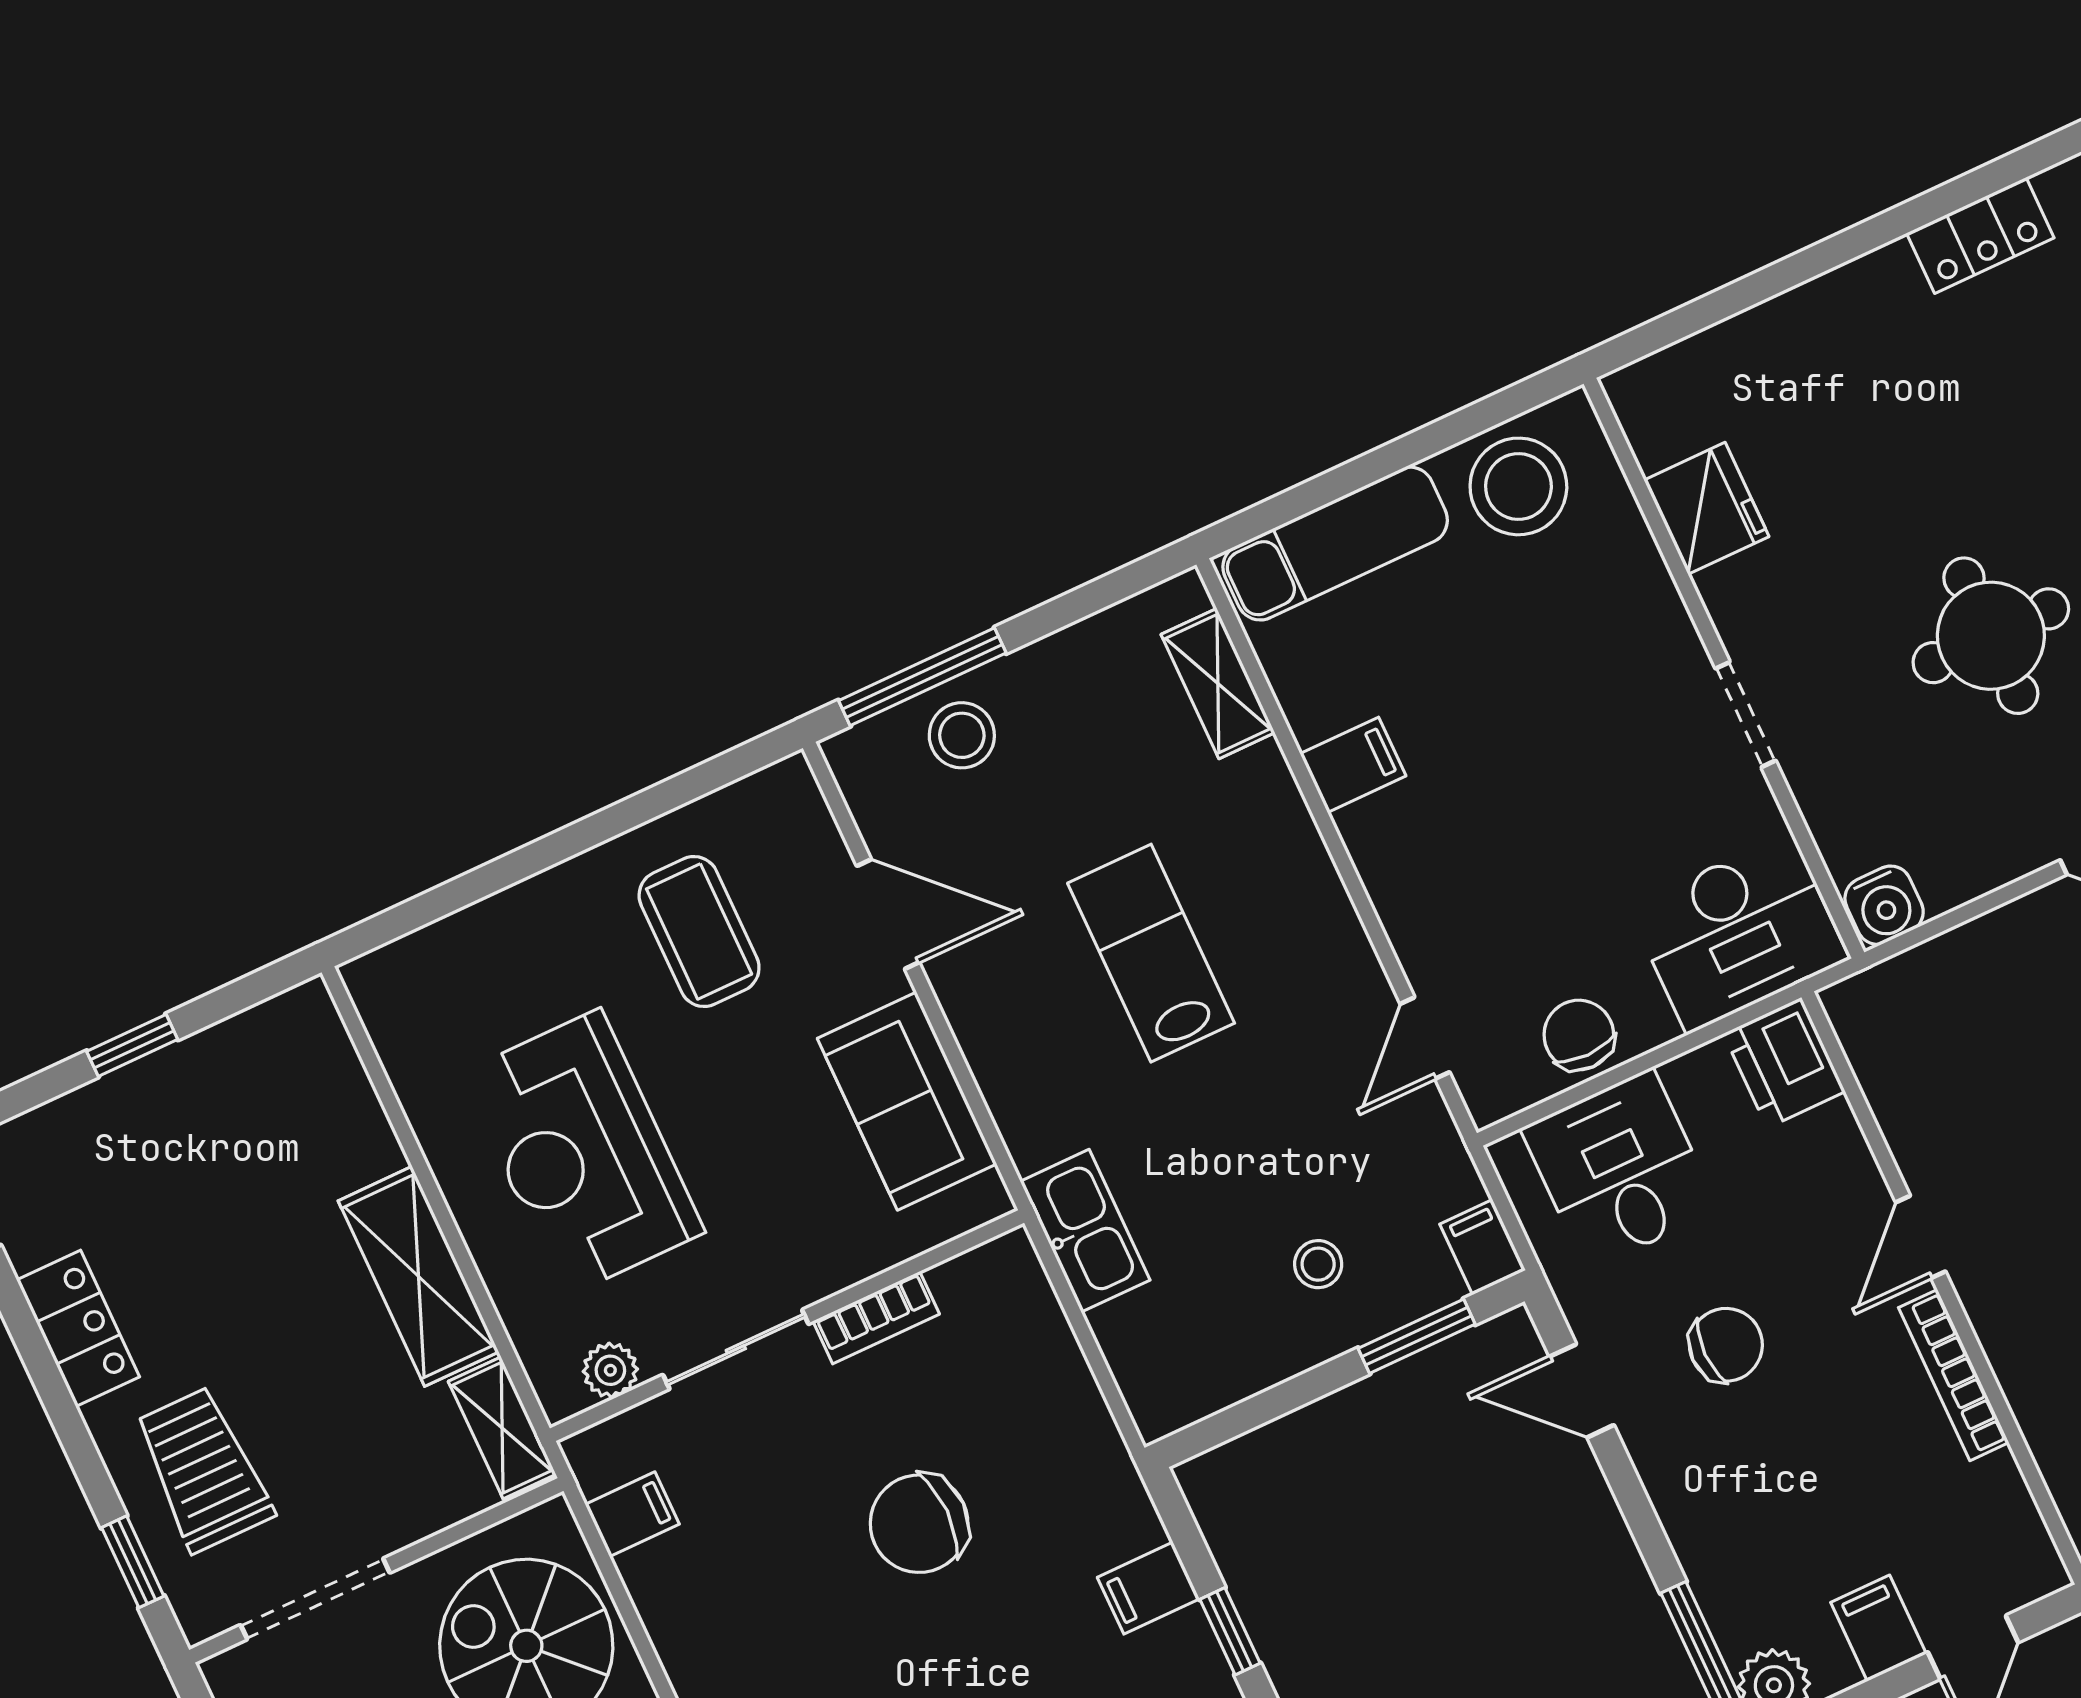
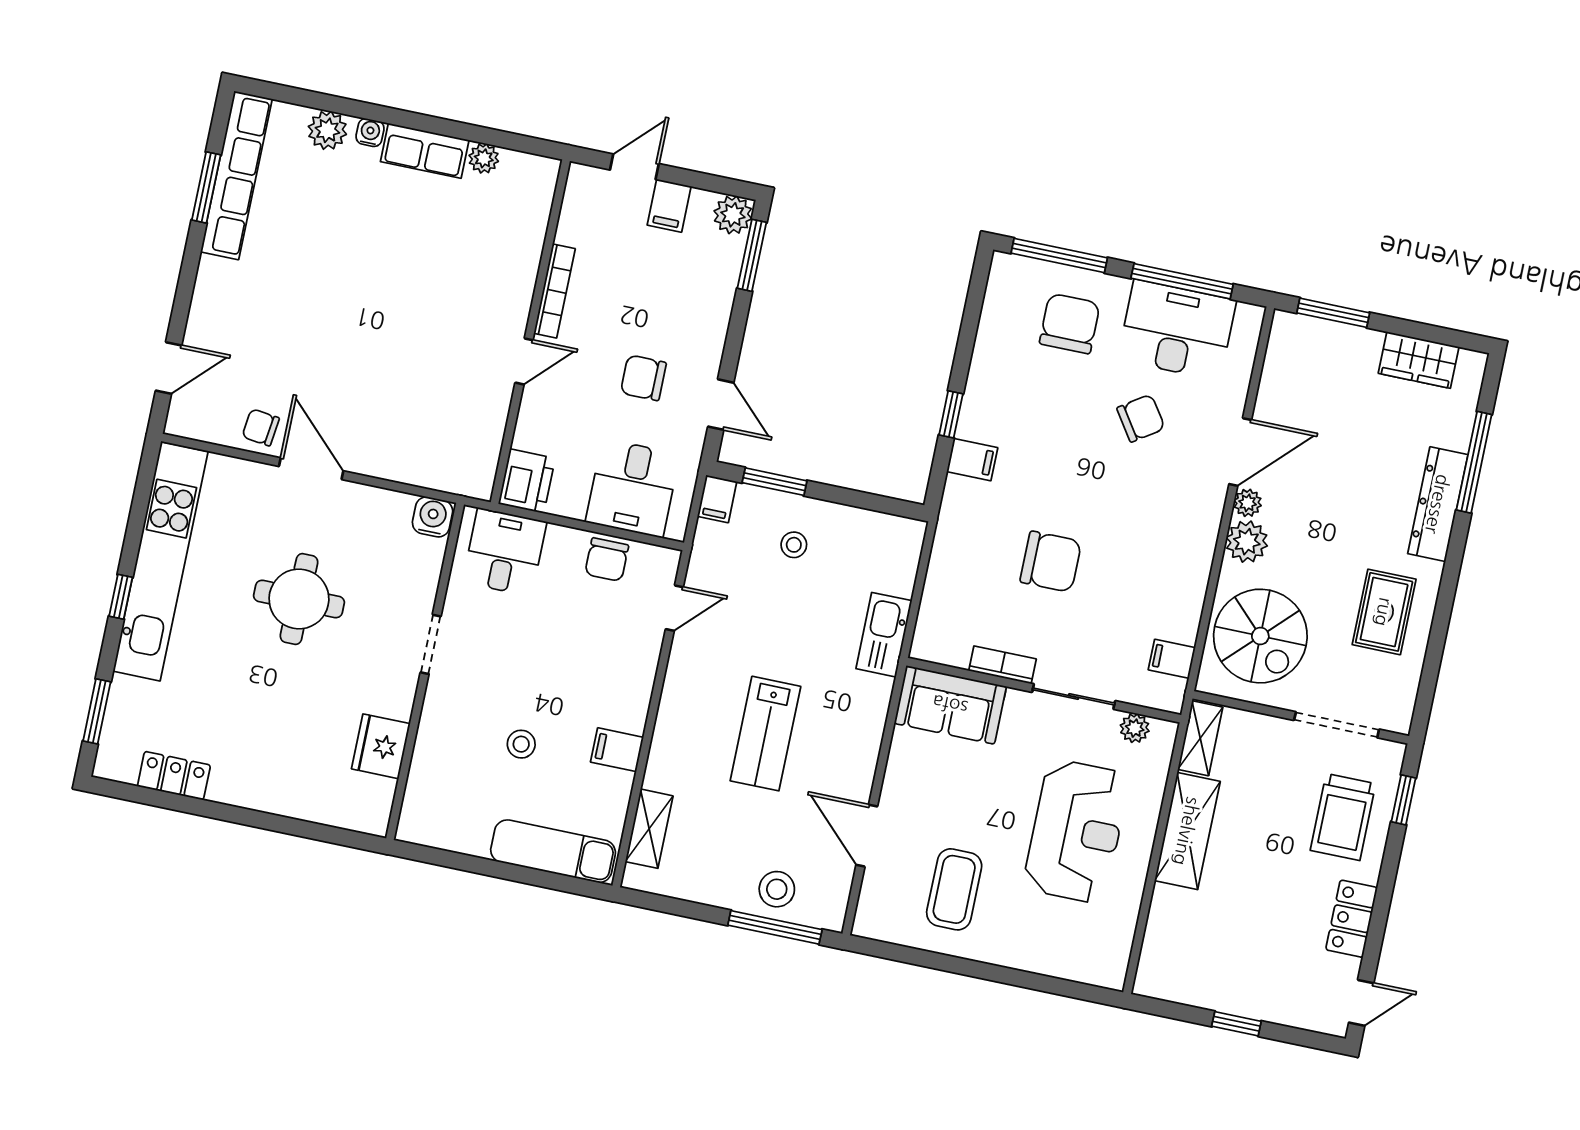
stool: (1518, 486) -> (521, 744), moved, width x0.53, depth x0.53
desk: (1738, 933) -> (505, 552), width x0.73
sofa: (907, 1101) -> (950, 705), moved, turned 90

